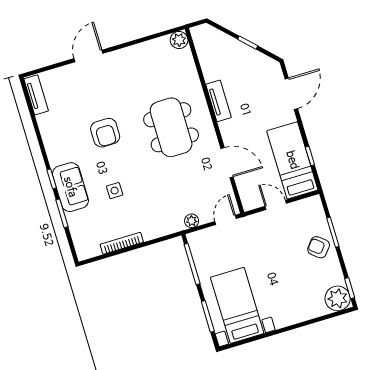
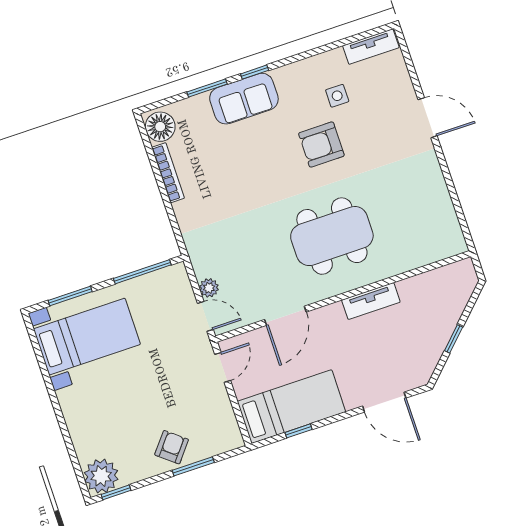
plant: (179, 40) -> (454, 243), removed
side table: (115, 191) -> (337, 96), moved
door: (276, 205) -> (223, 367), moved
plant: (192, 221) -> (209, 288), moved
floor lamp: (89, 248) -> (160, 127), added

